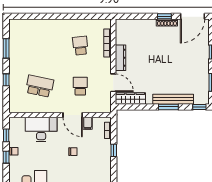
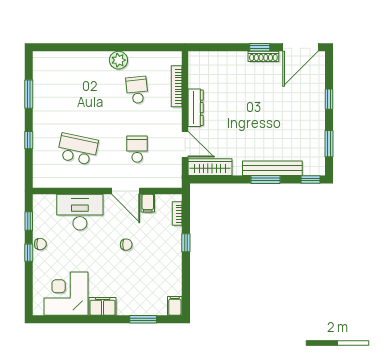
plant: (68, 25) -> (118, 60), added

